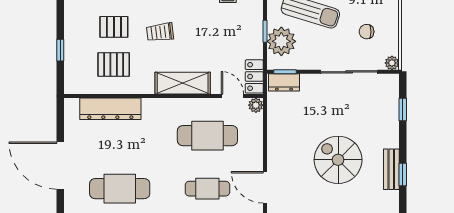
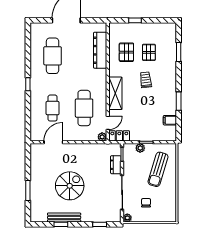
plant: (281, 41) -> (140, 148), width x0.53, depth x0.53
dresser: (284, 82) -> (116, 165), moved
bench: (391, 169) -> (64, 217), width x1.36

